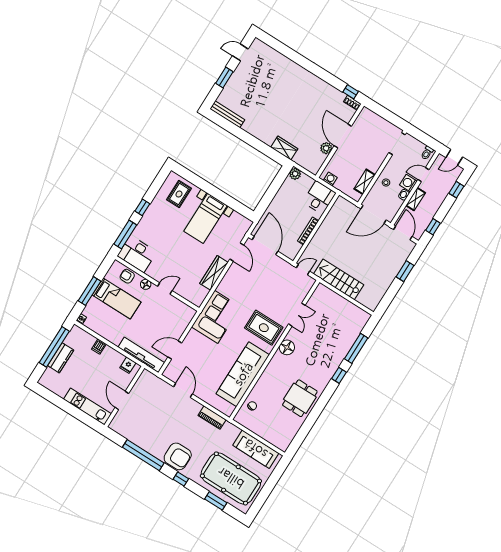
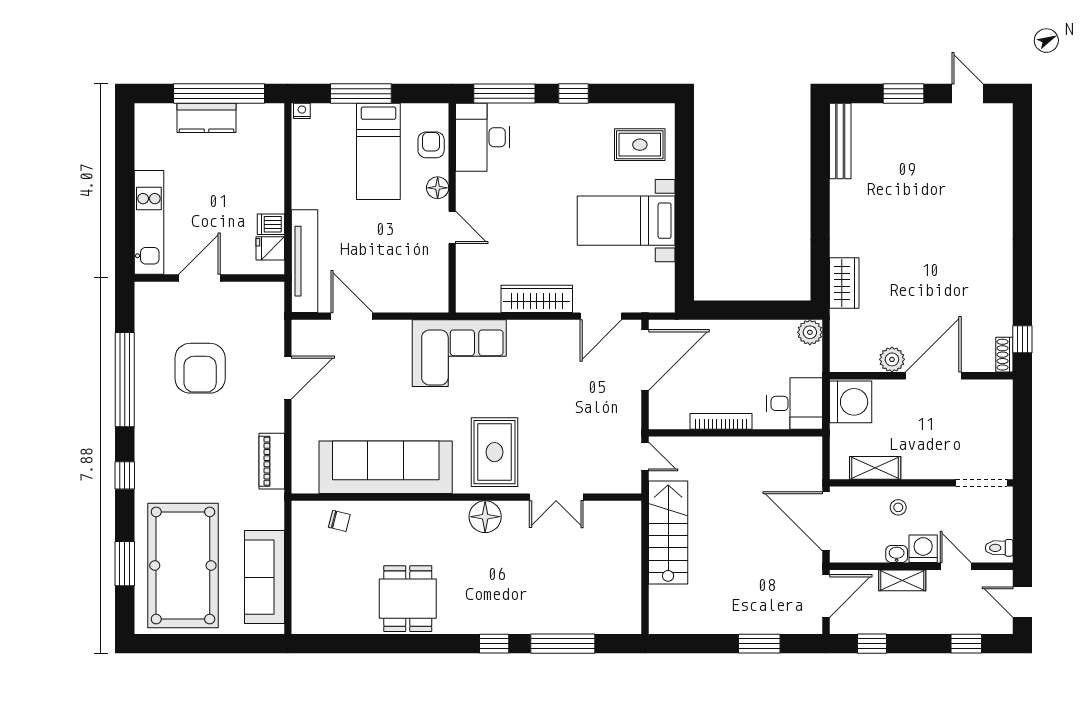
washing machine: (330, 179) -> (851, 402), width x1.89, depth x1.89
dishwasher: (99, 347) -> (271, 224), moved
dining table: (300, 398) -> (408, 599), turned 90
armchair: (178, 456) -> (200, 368), moved

